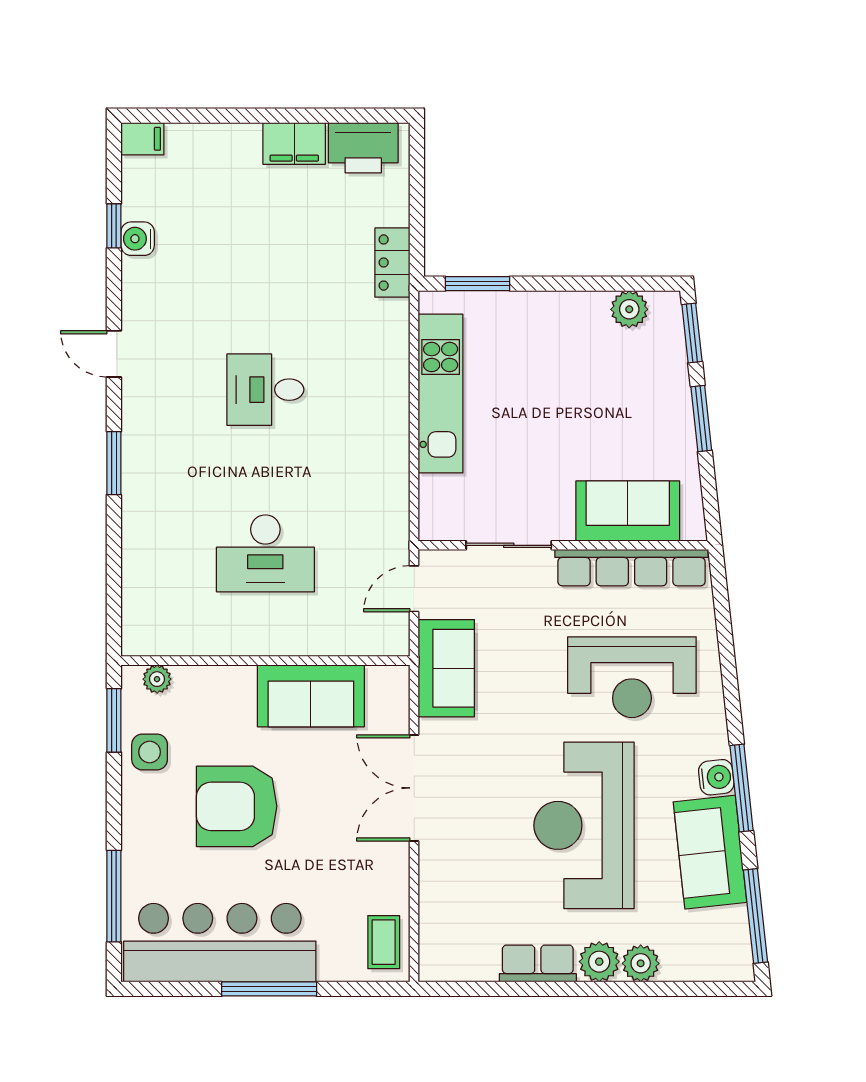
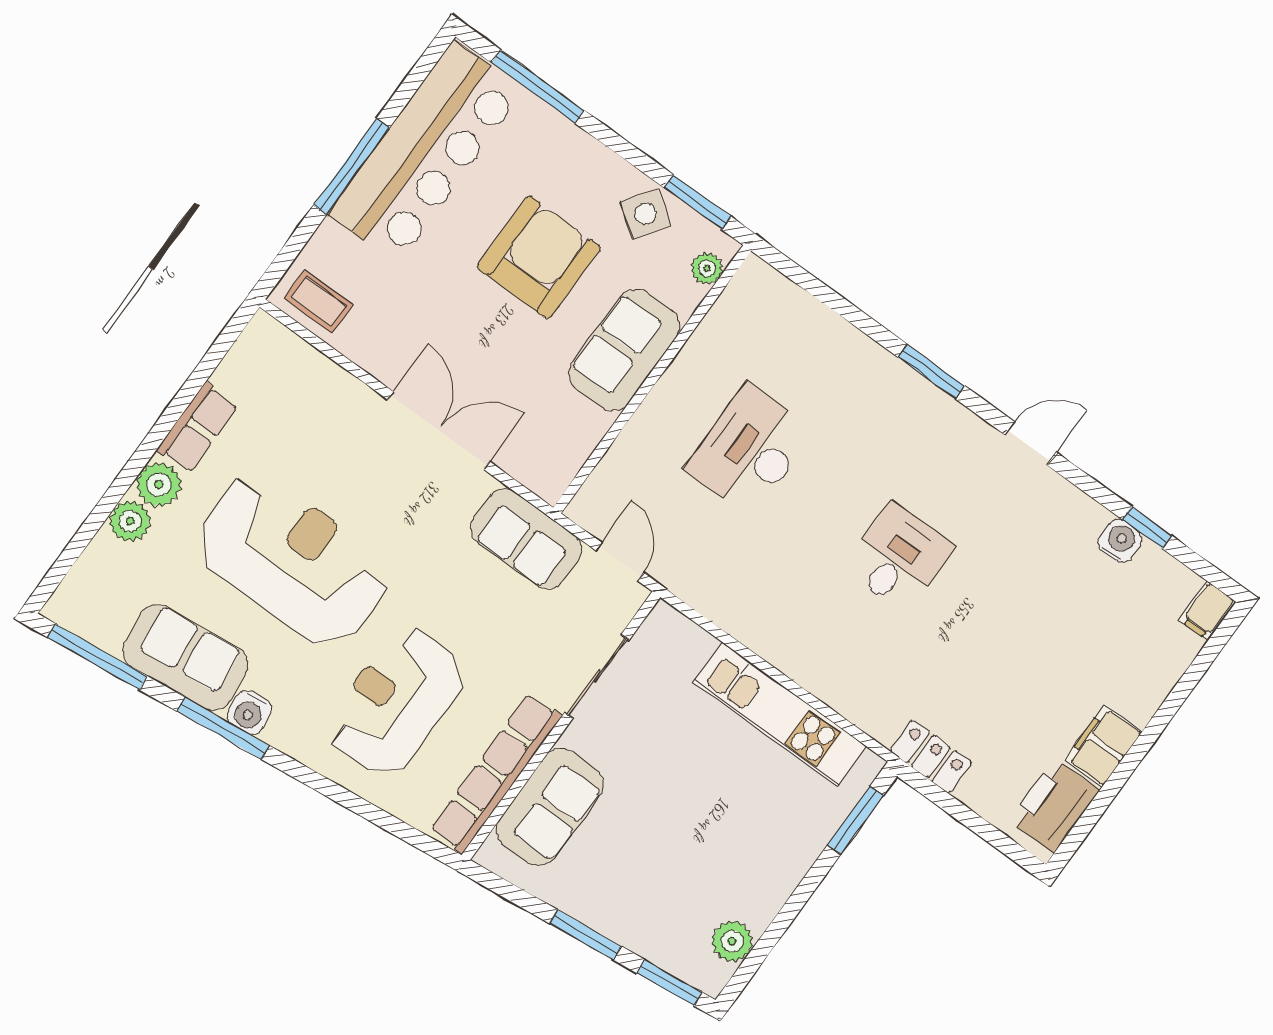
sofa: (311, 696) -> (625, 350), moved
side table: (150, 752) -> (645, 214), turned 34

